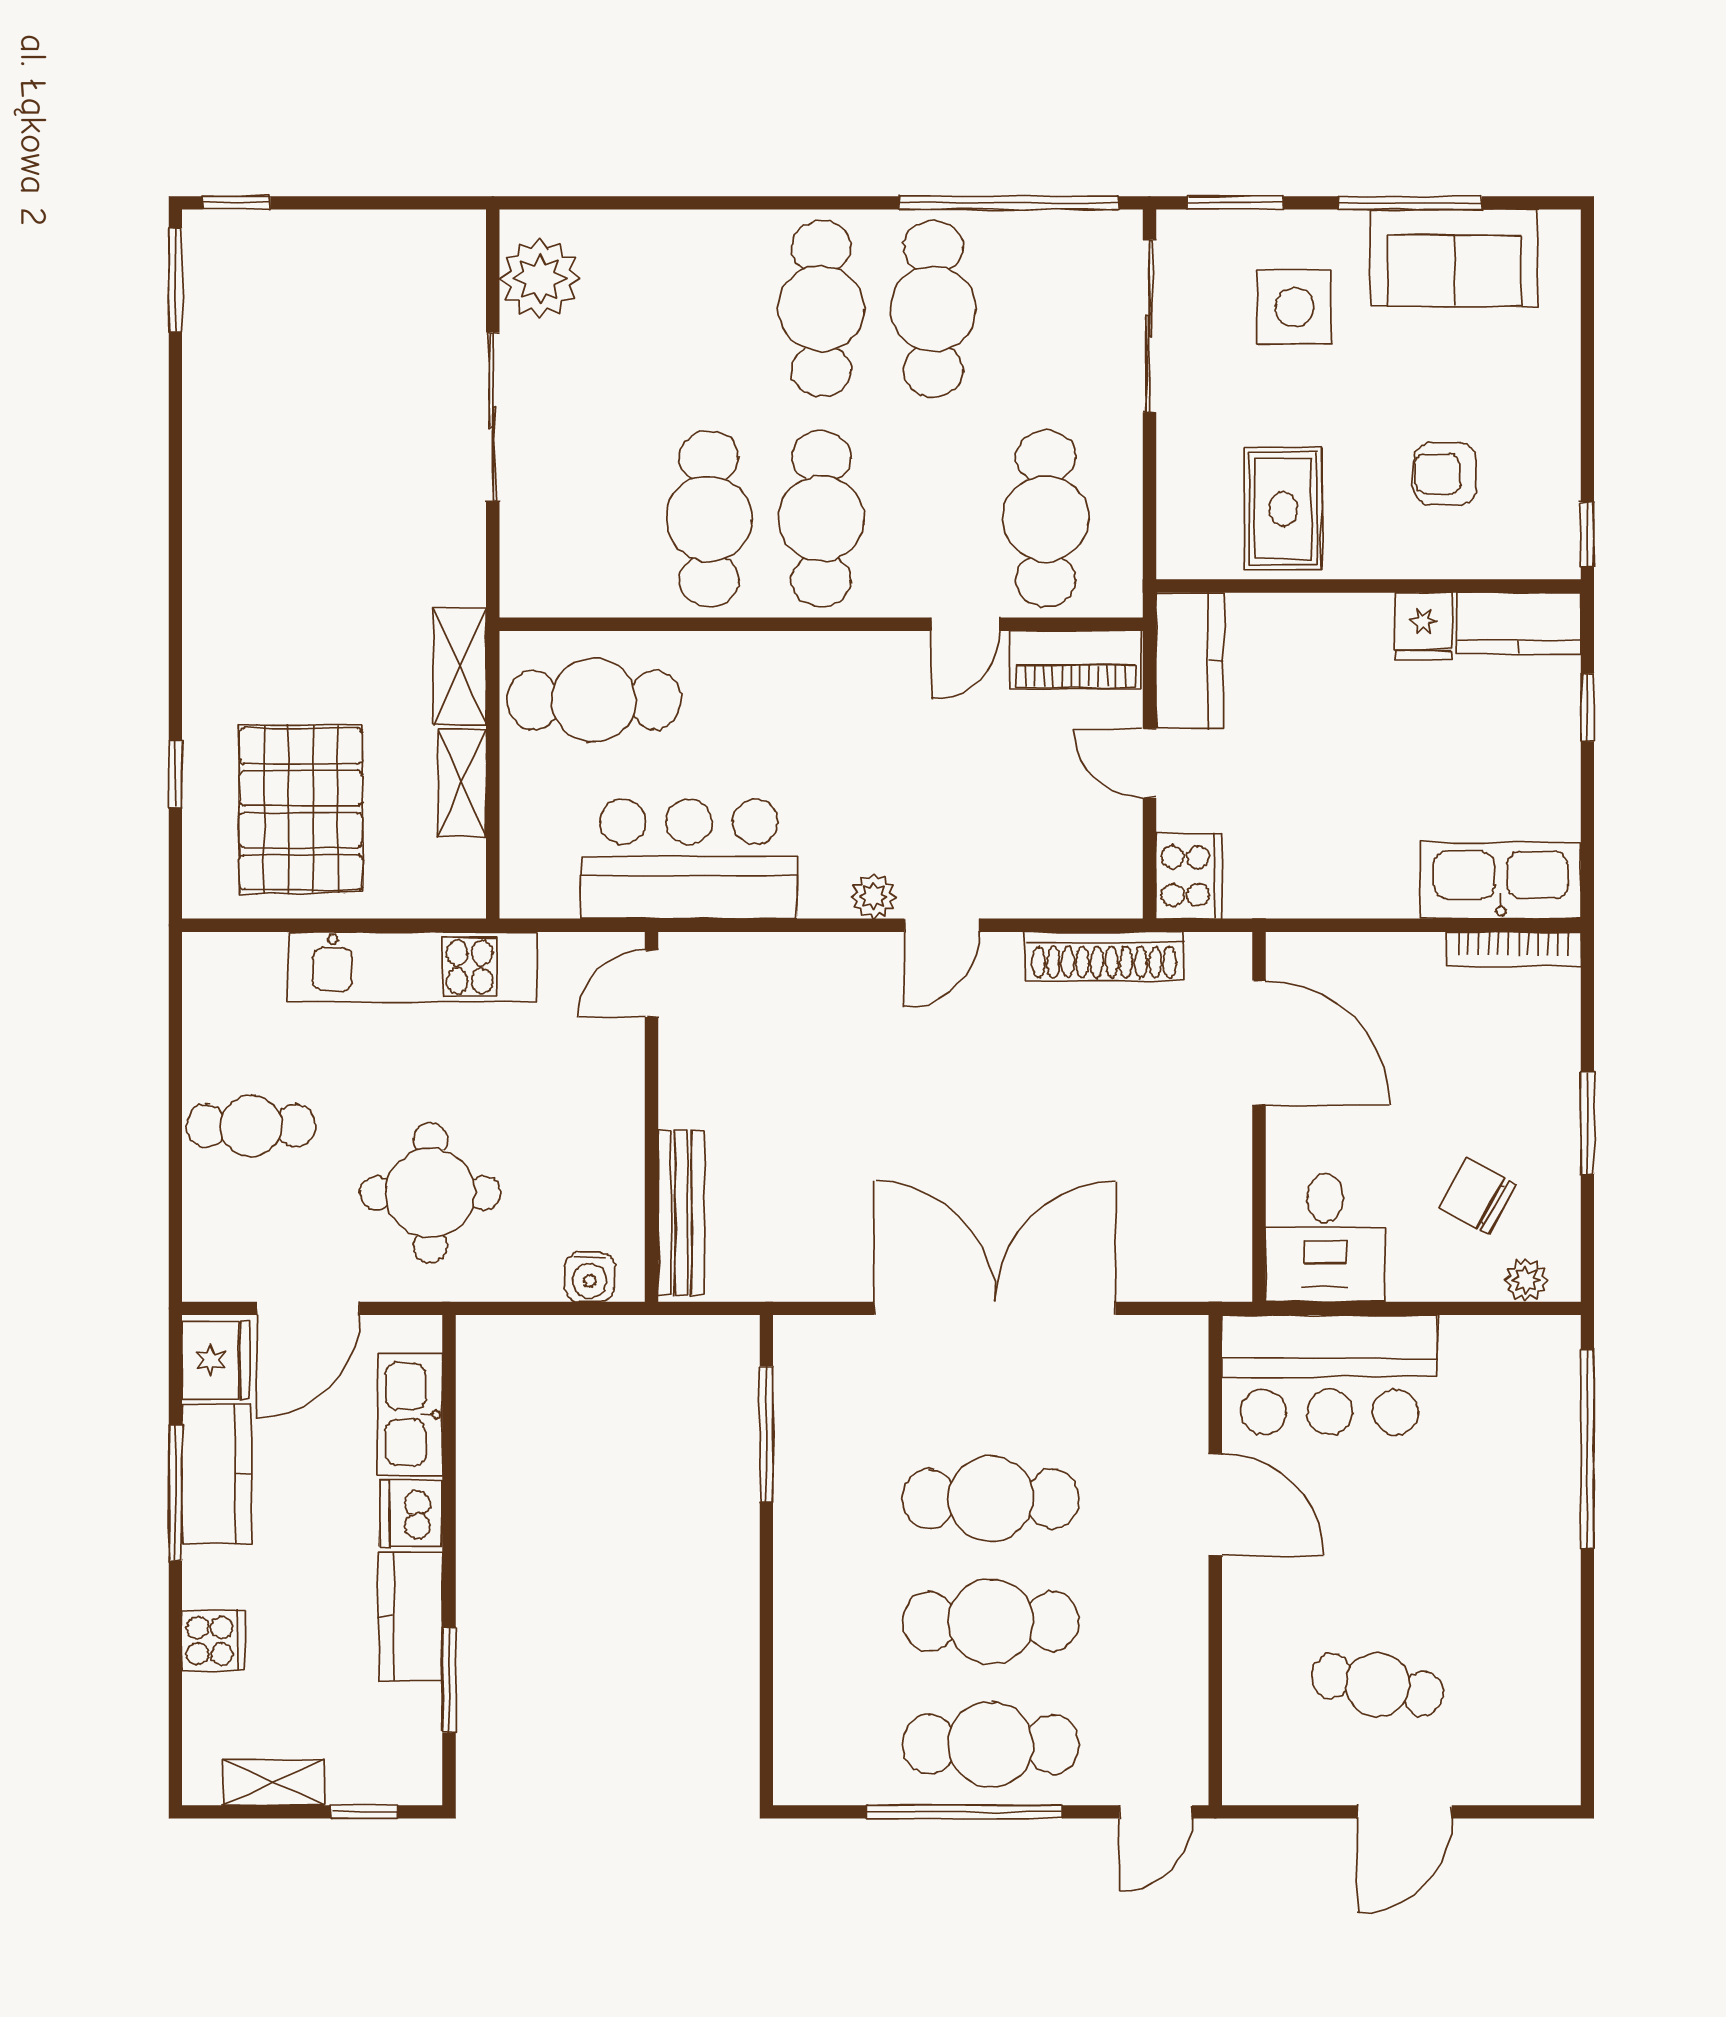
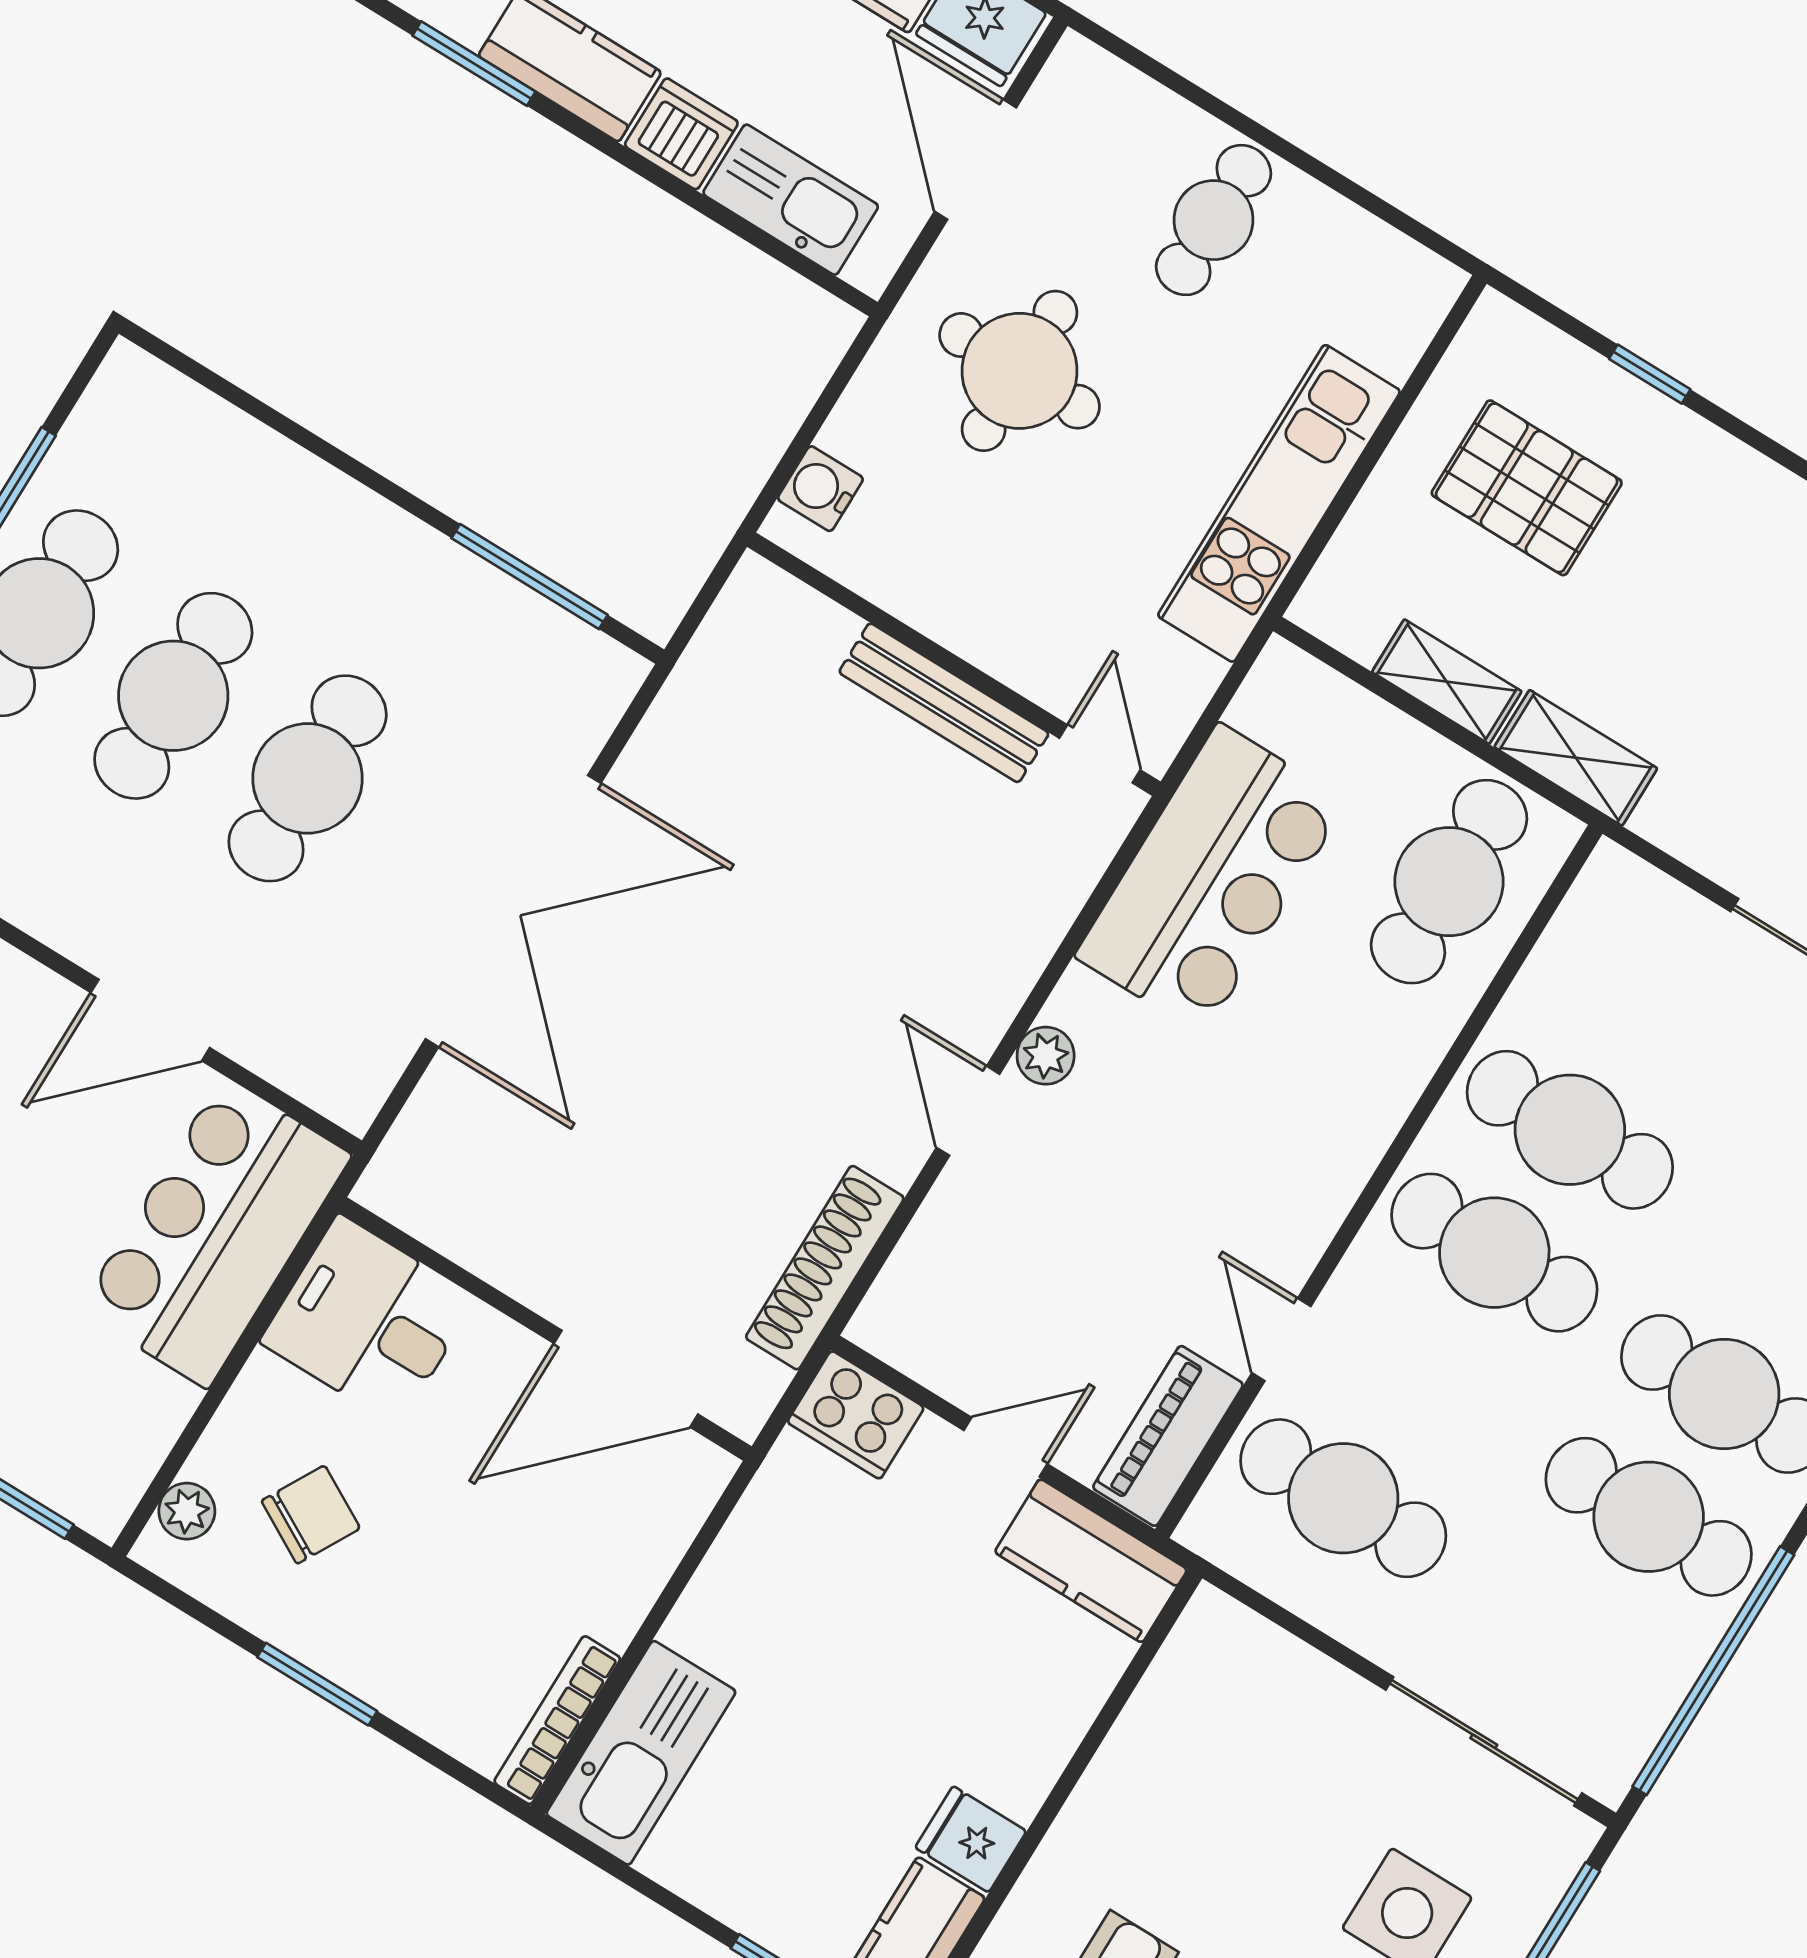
rug: (1283, 509) -> (1194, 1765), removed
pallet: (301, 809) -> (1527, 488), width x0.73, depth x0.71
bench: (681, 1213) -> (944, 703), moved

